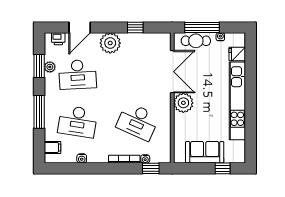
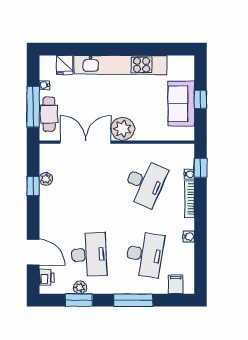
plant: (110, 43) -> (46, 179), moved, width x0.53, depth x0.53
water cooler: (82, 158) -> (189, 237), moved
window: (223, 168) -> (201, 99), moved

